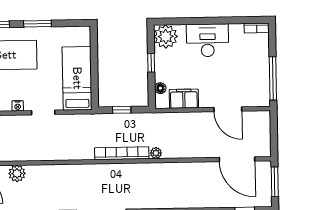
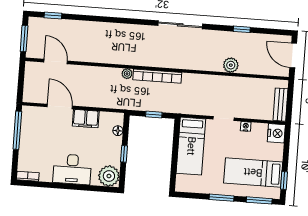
filing cabinet: (184, 99) -> (86, 119), moved
door: (237, 159) -> (56, 61), width x0.73
plant: (17, 173) -> (231, 65), moved

